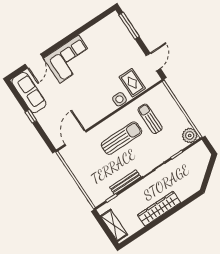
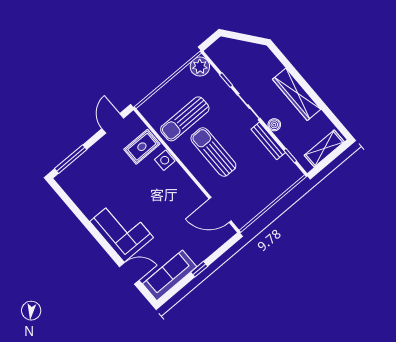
door: (153, 62) -> (113, 123), hinge flipped
sun lounger: (150, 119) -> (185, 119), width x1.36, depth x1.34
boiler: (137, 188) -> (274, 125), added

